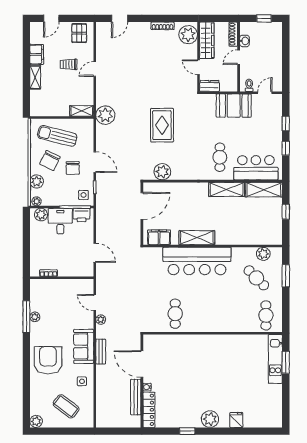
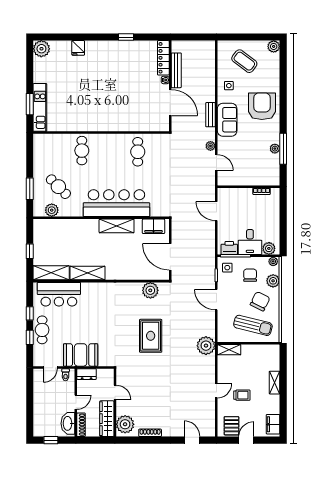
door: (51, 18) -> (246, 440), moved
door: (120, 18) -> (192, 440), hinge flipped
washbasin: (245, 41) -> (68, 423), width x1.91, depth x1.45
filing cabinet: (37, 54) -> (273, 424), moved
dresser: (210, 86) -> (87, 374), moved
cafe table: (220, 157) -> (42, 330), moved
chair: (73, 168) -> (250, 275), moved
door: (142, 206) -> (170, 257), hinge flipped
cafe table: (266, 315) -> (82, 151), moved
armchair: (48, 360) -> (262, 106), turned 180
plant: (210, 419) -> (41, 49), moved

